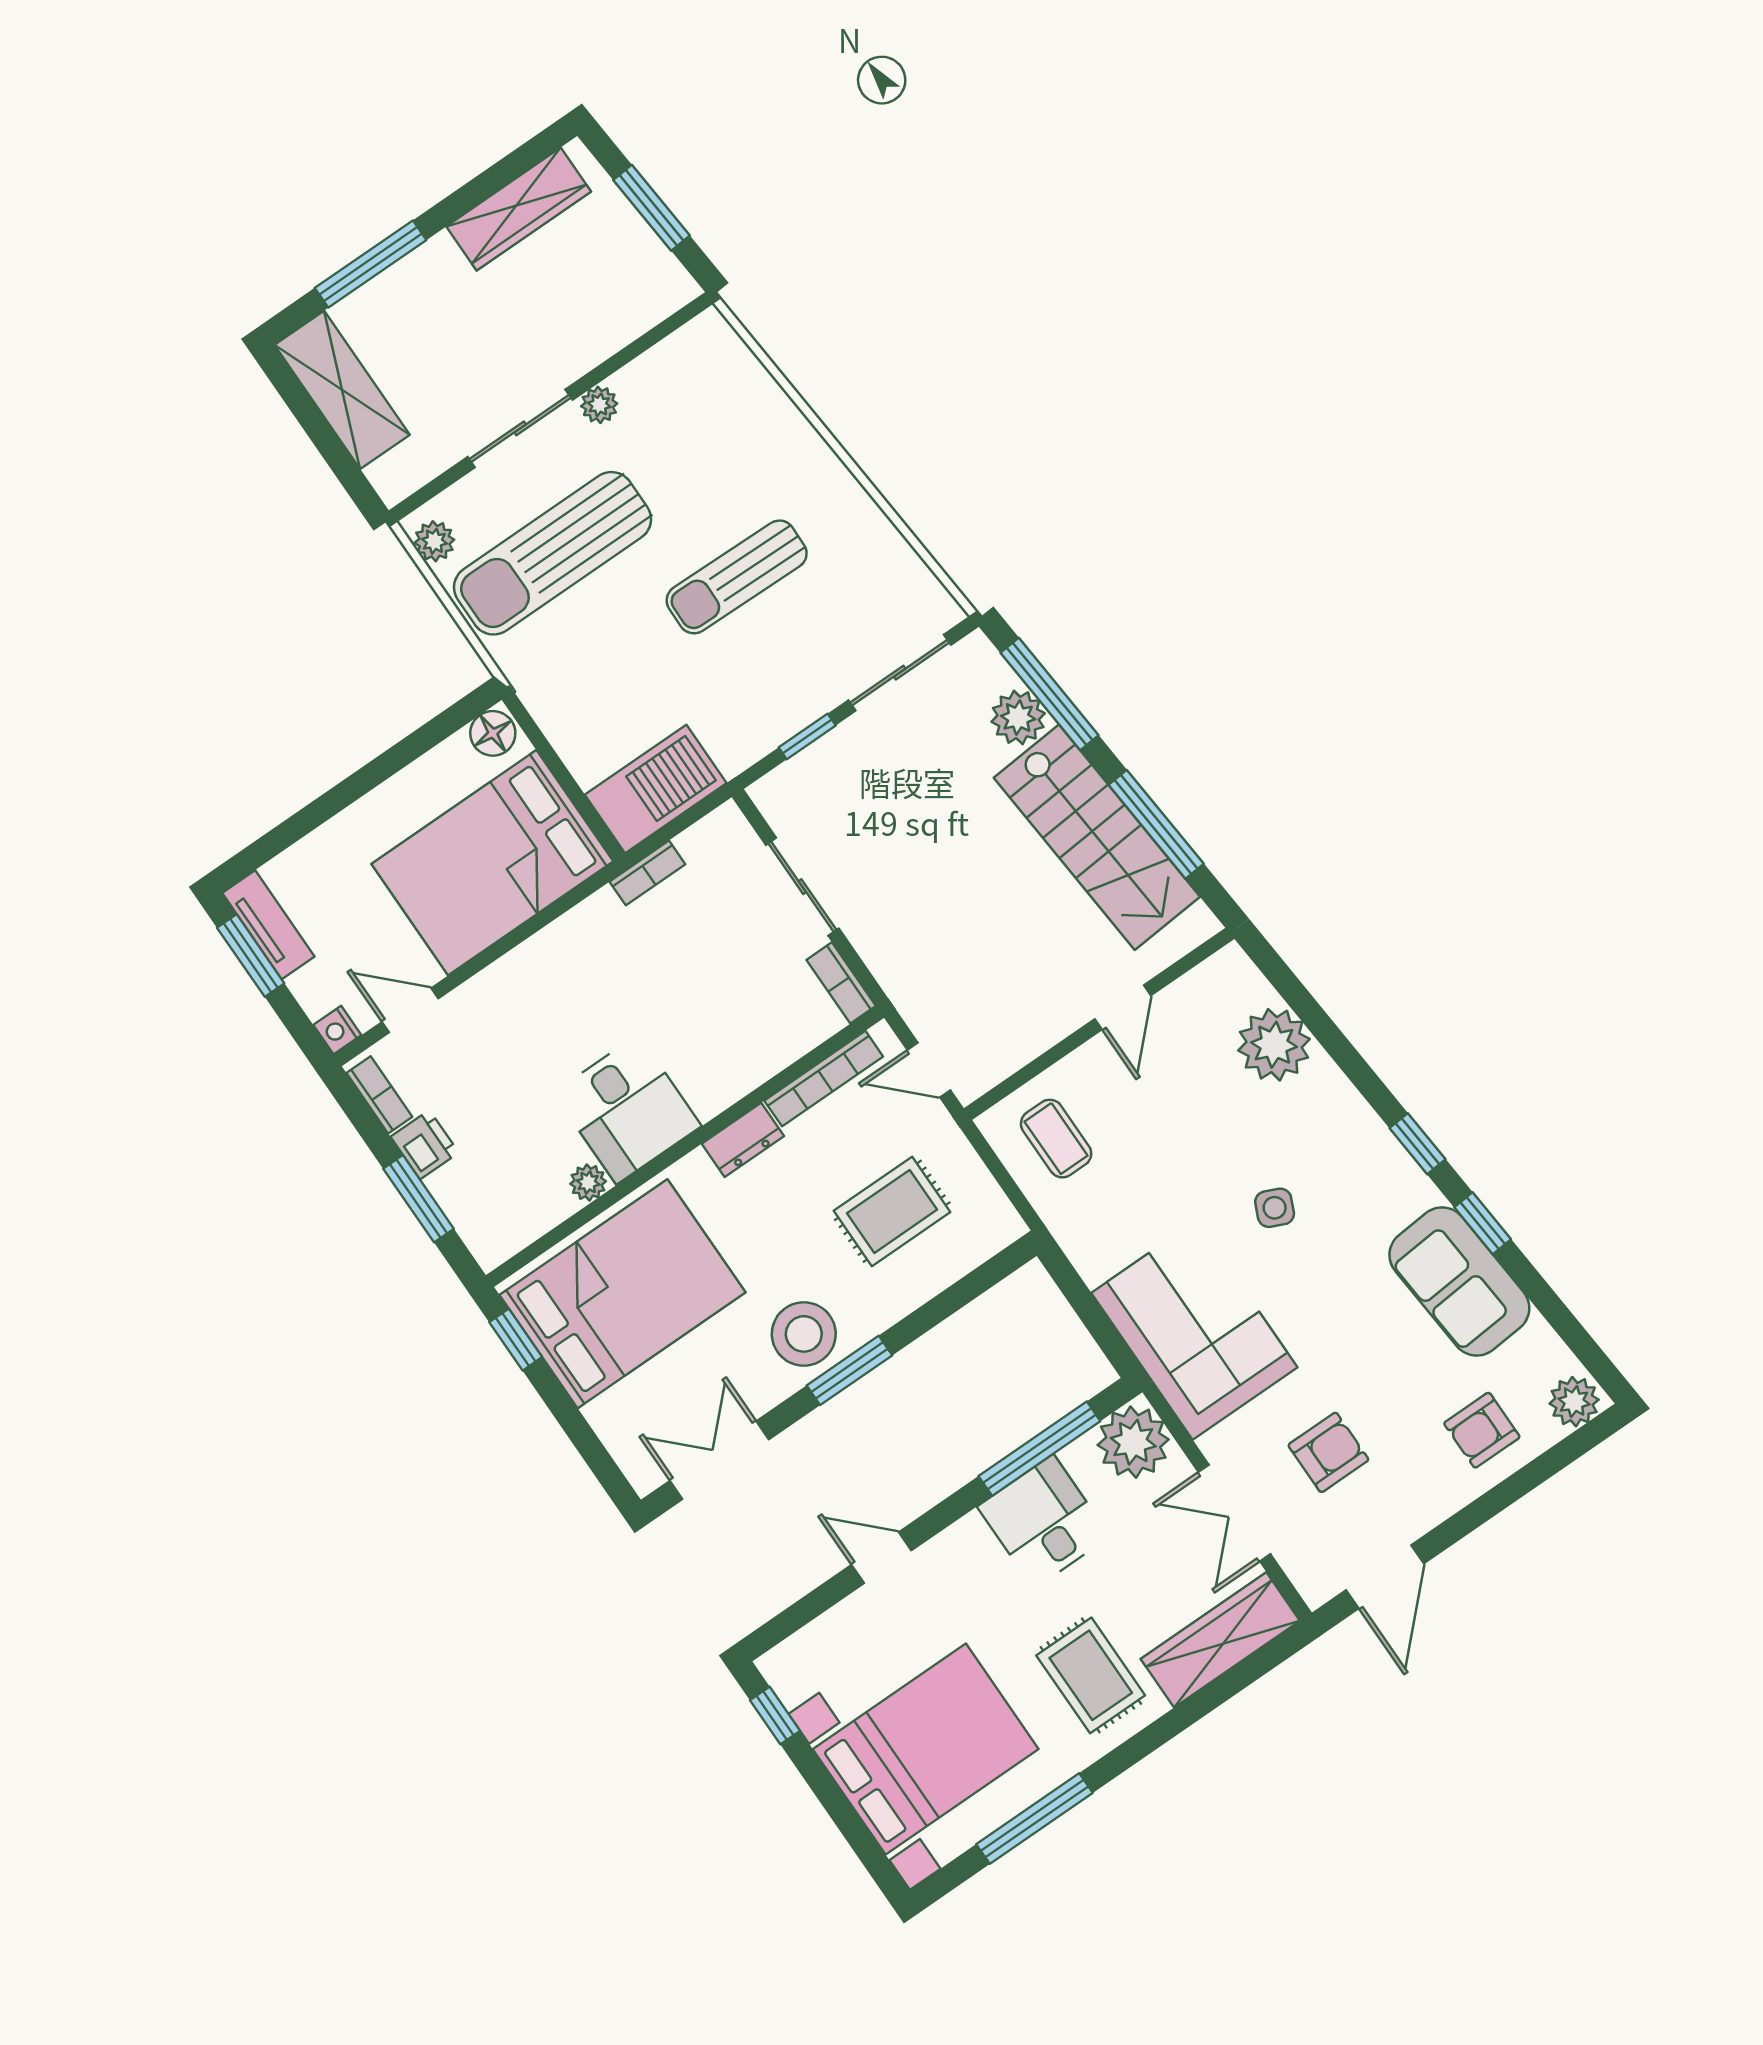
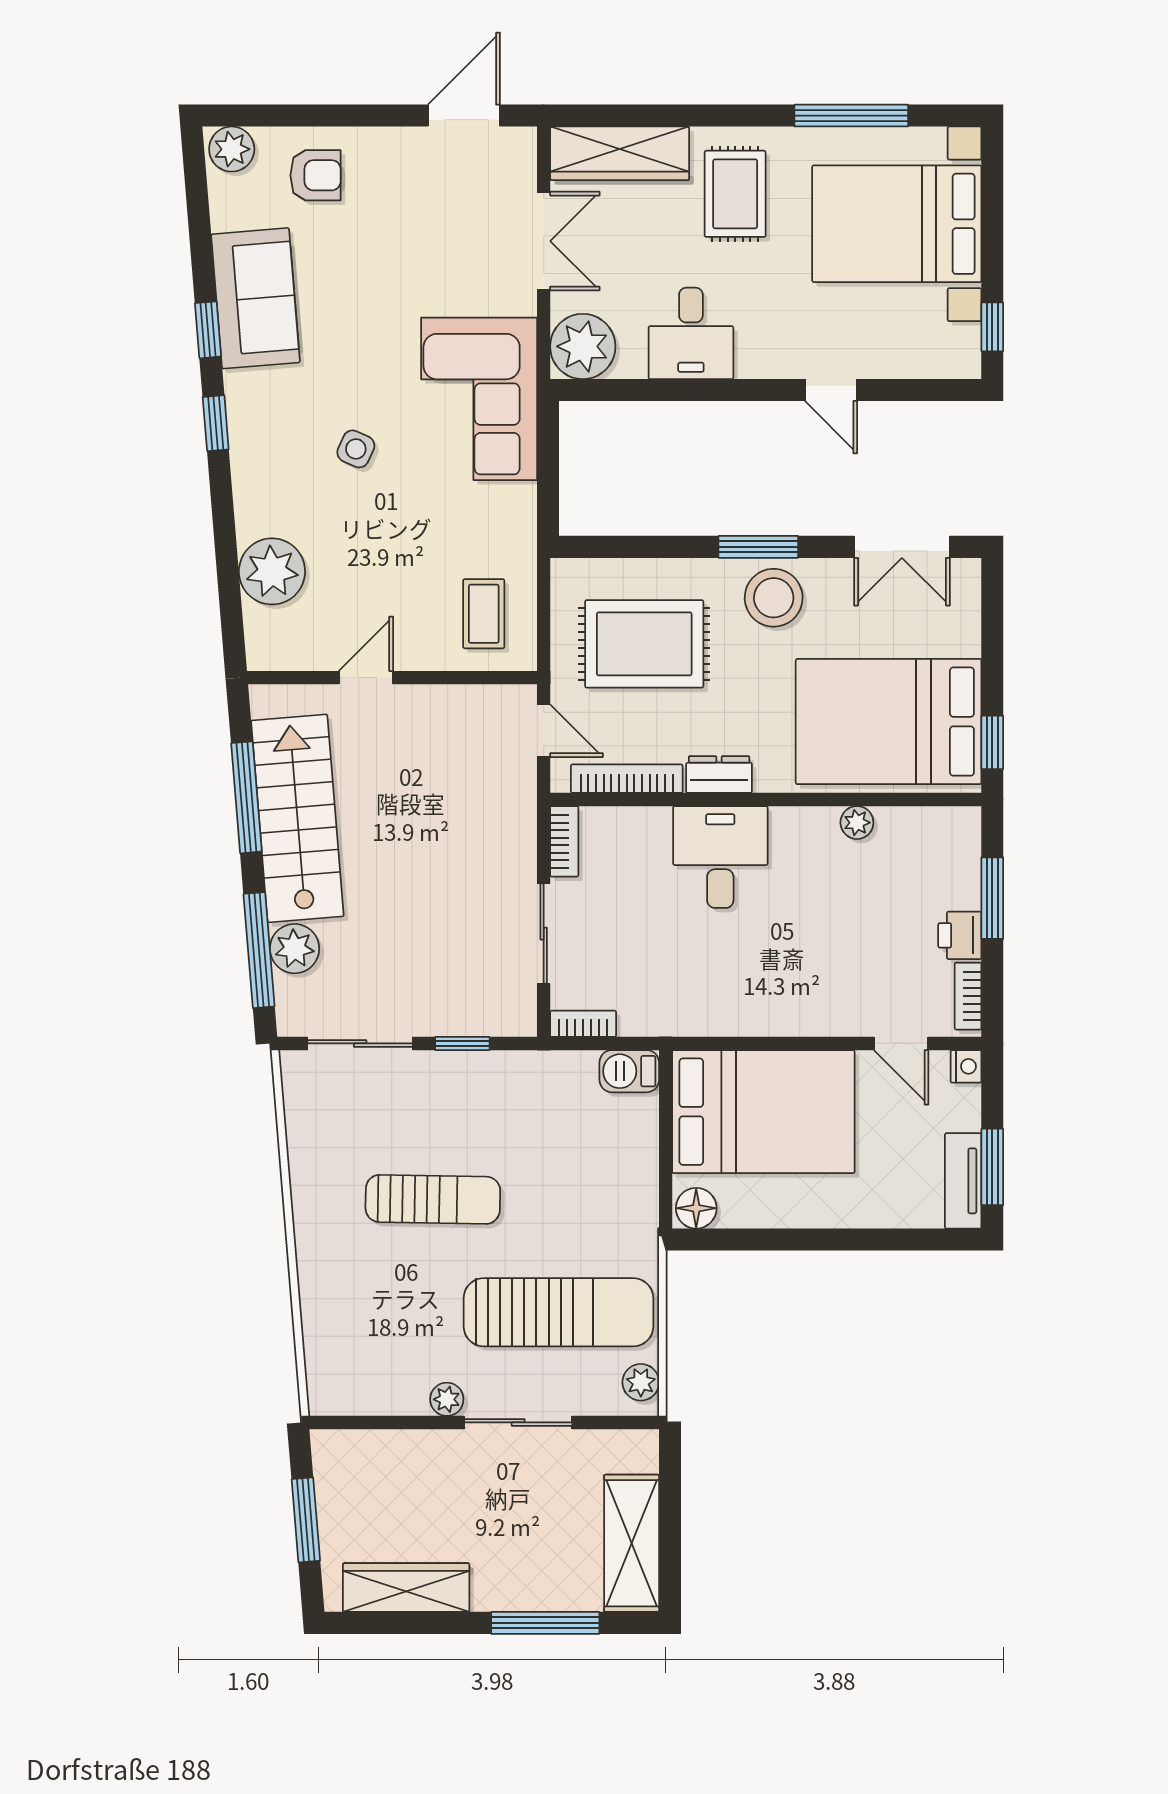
barbecue: (656, 789) -> (629, 1071), width x0.53, depth x0.65
bookcase: (647, 873) -> (583, 1024), moved
desk: (627, 1109) -> (720, 857), moved
rug: (892, 1211) -> (644, 644), width x1.36, depth x1.43
window: (1039, 1449) -> (656, 390), removed
armchair: (1328, 1452) -> (442, 238), removed

